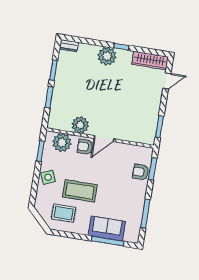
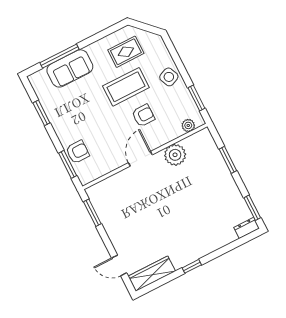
plant: (107, 56) -> (199, 246), removed
window: (54, 70) -> (252, 208), moved
door: (167, 81) -> (119, 265), hinge flipped
plant: (62, 143) -> (188, 125), width x0.53, depth x0.53
armchair: (85, 147) -> (143, 116), moved
window: (145, 213) -> (41, 113), width x0.69

